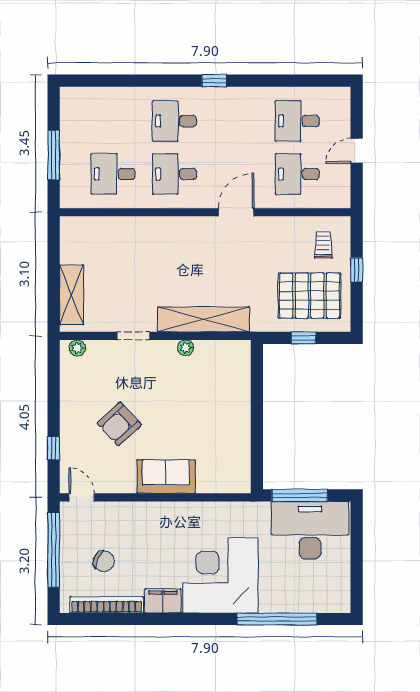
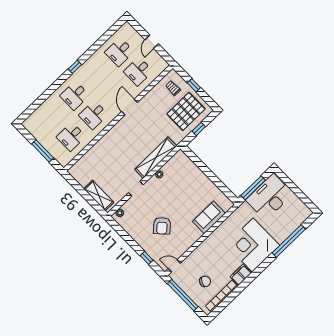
sofa: (166, 477) -> (209, 217), moved

